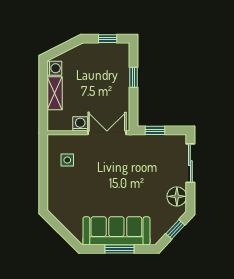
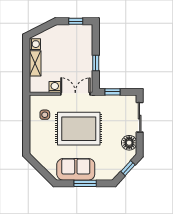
window: (133, 77) -> (96, 63), moved
rug: (111, 178) -> (79, 129), added
sofa: (116, 231) -> (76, 169), width x0.73

